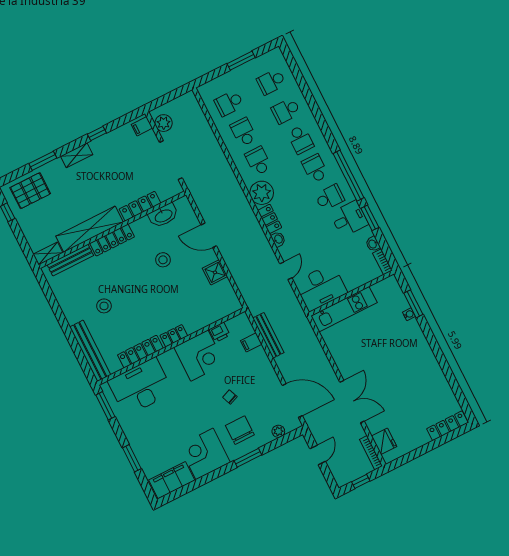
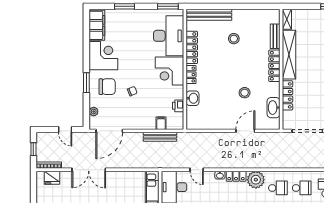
bench: (70, 260) -> (275, 36), width x0.73
shower: (215, 272) -> (219, 123), removed
washbasin: (202, 319) -> (193, 98), added
corner desk: (199, 356) -> (170, 71), moved

